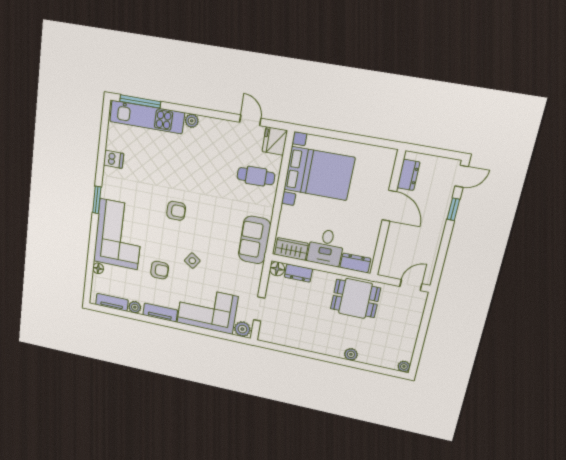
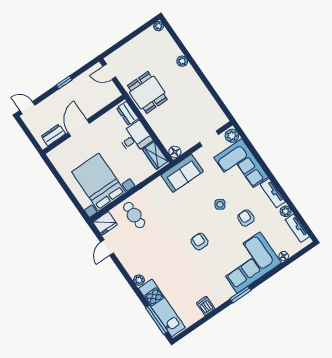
window: (453, 209) -> (64, 82), moved
sofa: (254, 240) -> (182, 173), moved
dresser: (298, 273) -> (165, 138), removed

